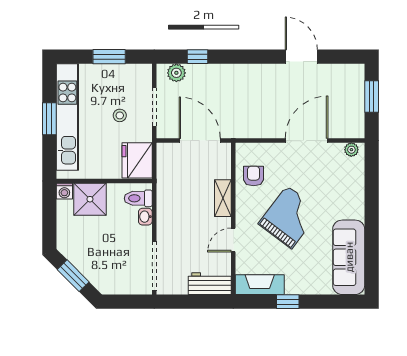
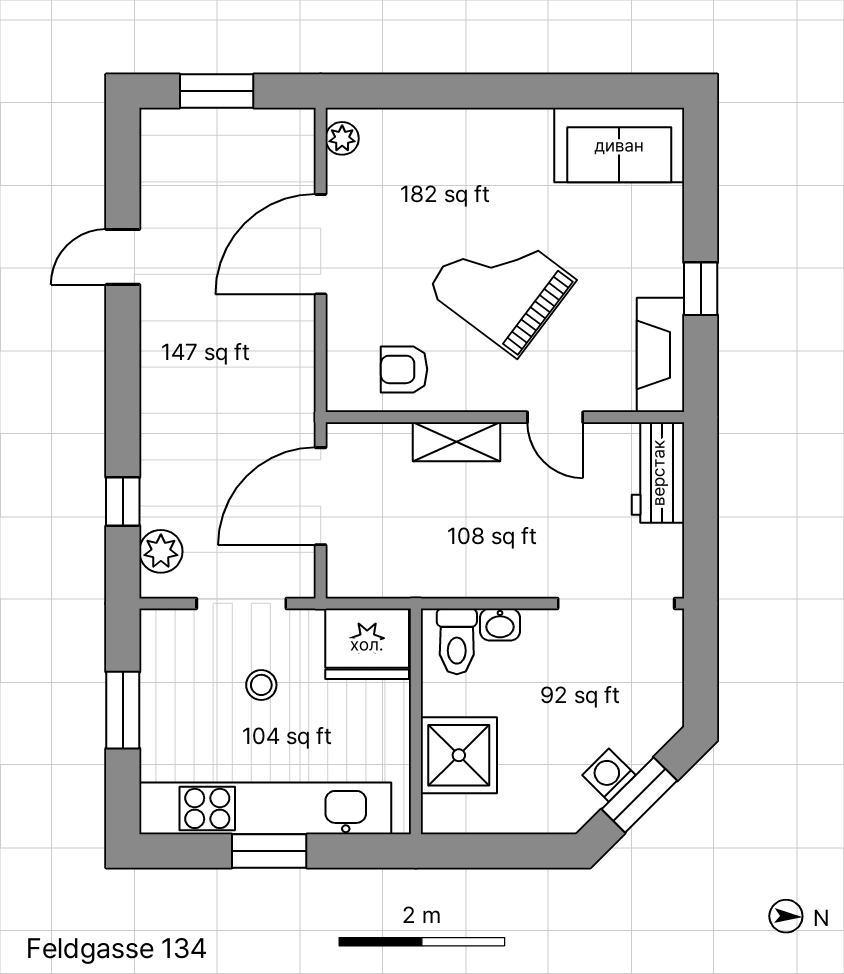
door: (301, 57) -> (123, 257), width x0.73
door: (307, 141) -> (321, 244), hinge flipped
washing machine: (64, 191) -> (609, 775), moved, turned -135
sofa: (349, 257) -> (619, 145), width x0.73

